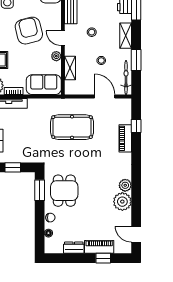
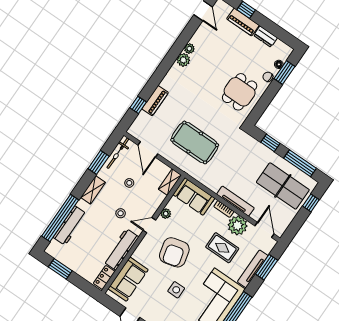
door: (63, 38) -> (149, 225), swing flipped
shelving: (70, 68) -> (170, 182), moved
window: (40, 190) -> (284, 73), moved
plant: (122, 202) -> (189, 49), width x0.53, depth x0.53

